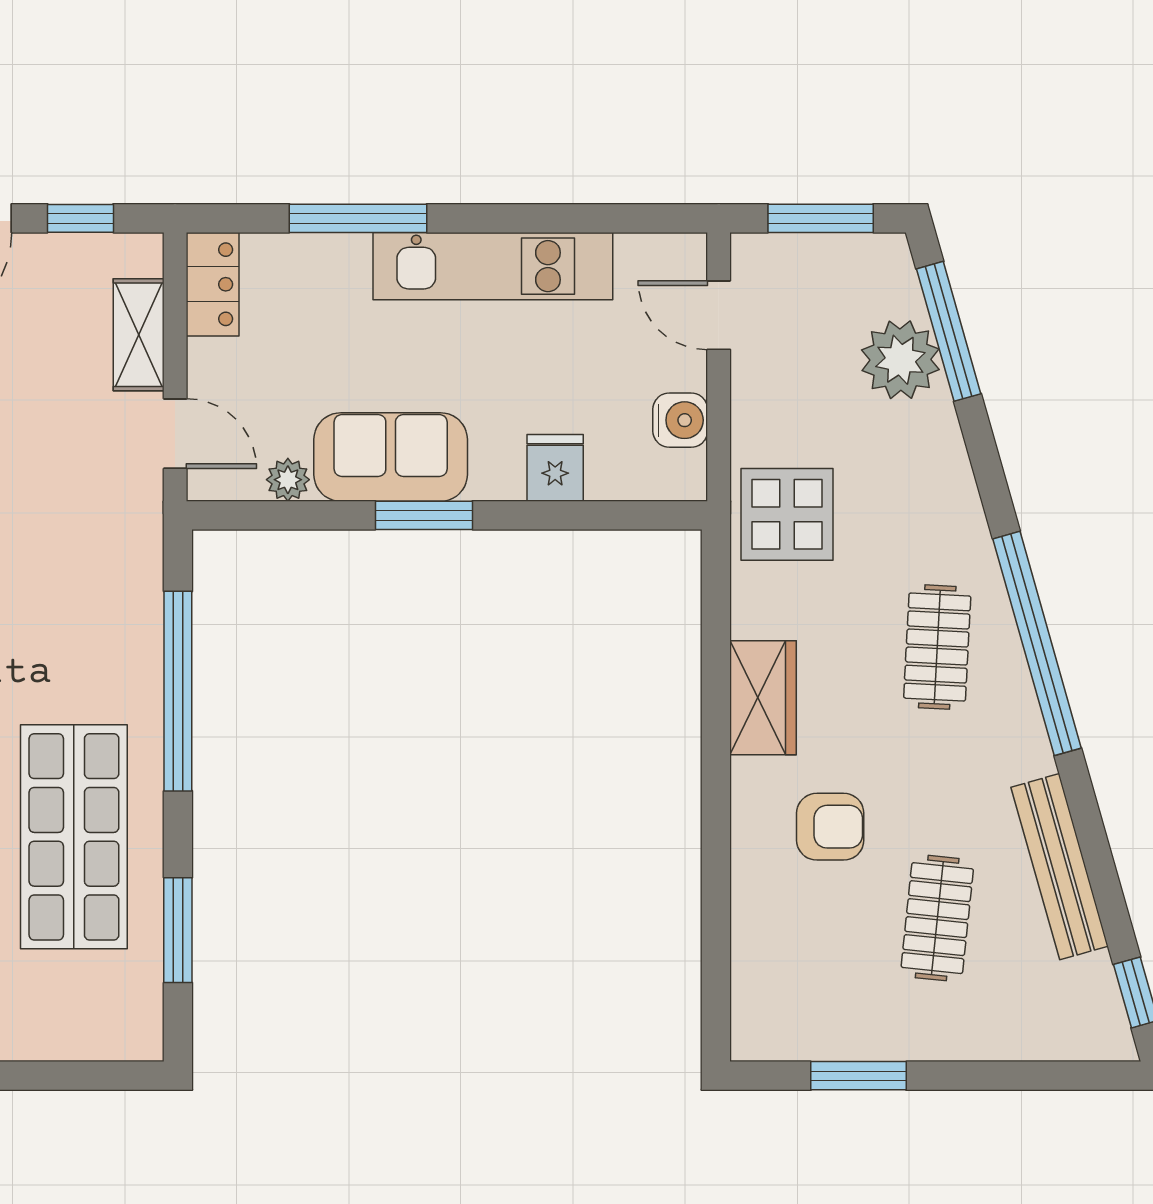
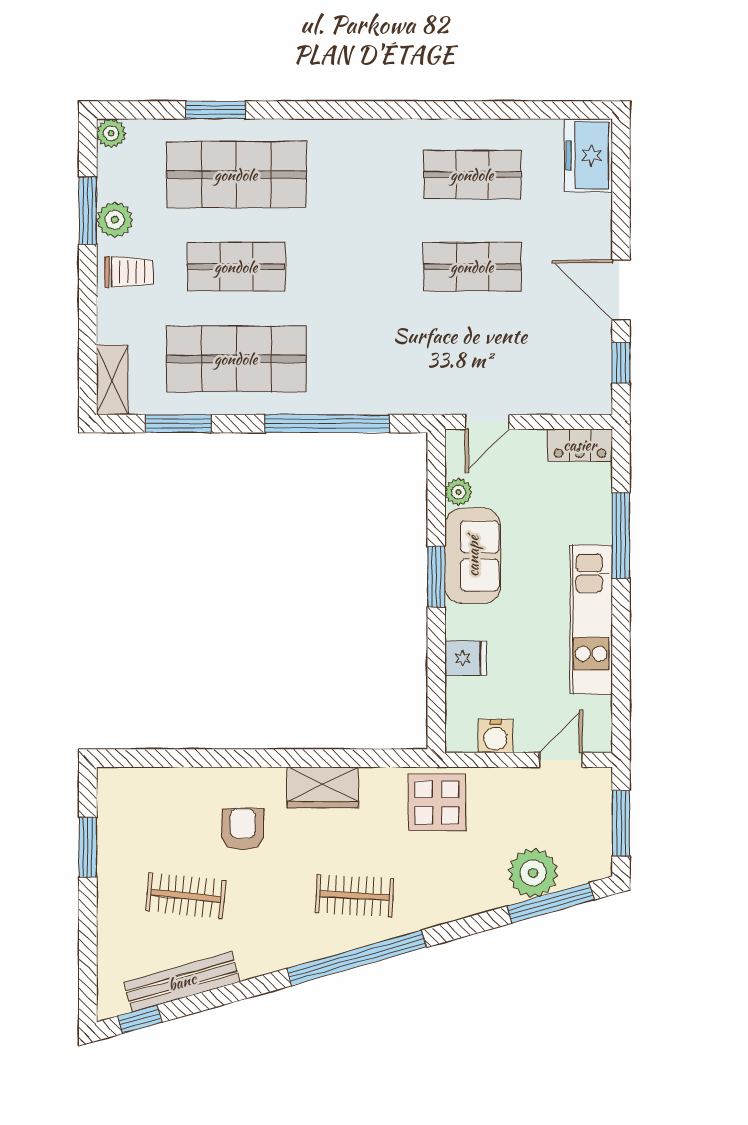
shelving: (139, 335) -> (112, 380), moved, turned 90
armchair: (830, 827) -> (243, 829), turned 180
bench: (1060, 867) -> (182, 982), moved

